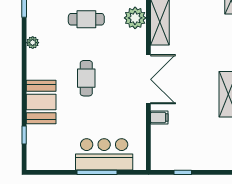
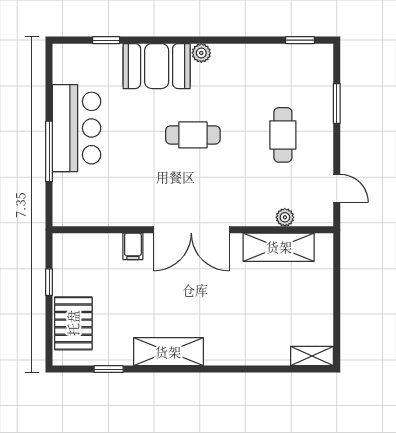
plant: (135, 18) -> (285, 217), width x0.53, depth x0.53
plant: (33, 43) -> (201, 53), moved
bar counter: (104, 154) -> (77, 128), moved
pallet: (210, 157) -> (73, 323), added

